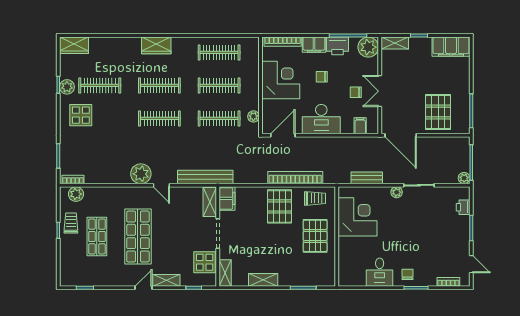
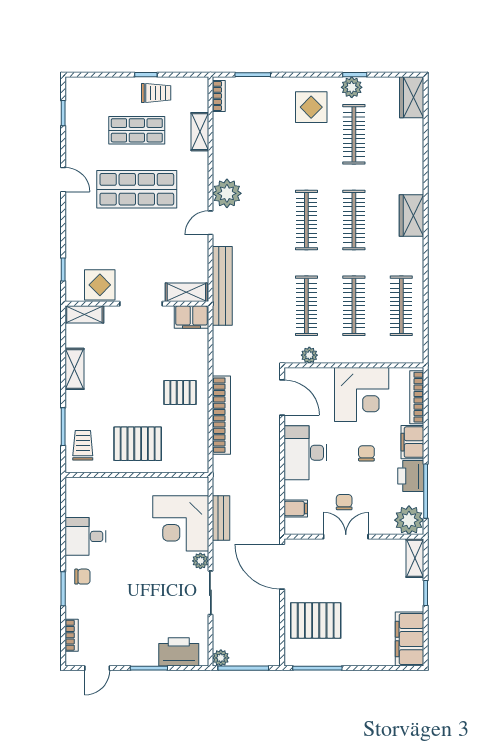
door: (401, 135) -> (282, 567), hinge flipped
plant: (76, 194) -> (198, 100), removed
trolley: (315, 198) -> (83, 445), moved, turned 180
pallet: (279, 206) -> (180, 392), width x0.67, depth x0.71
printer: (463, 207) -> (179, 652), width x1.87, depth x1.48
corner desk: (358, 217) -> (181, 523), moved, turned 90
shelving: (166, 280) -> (200, 132), moved
door: (143, 288) -> (63, 180), moved

